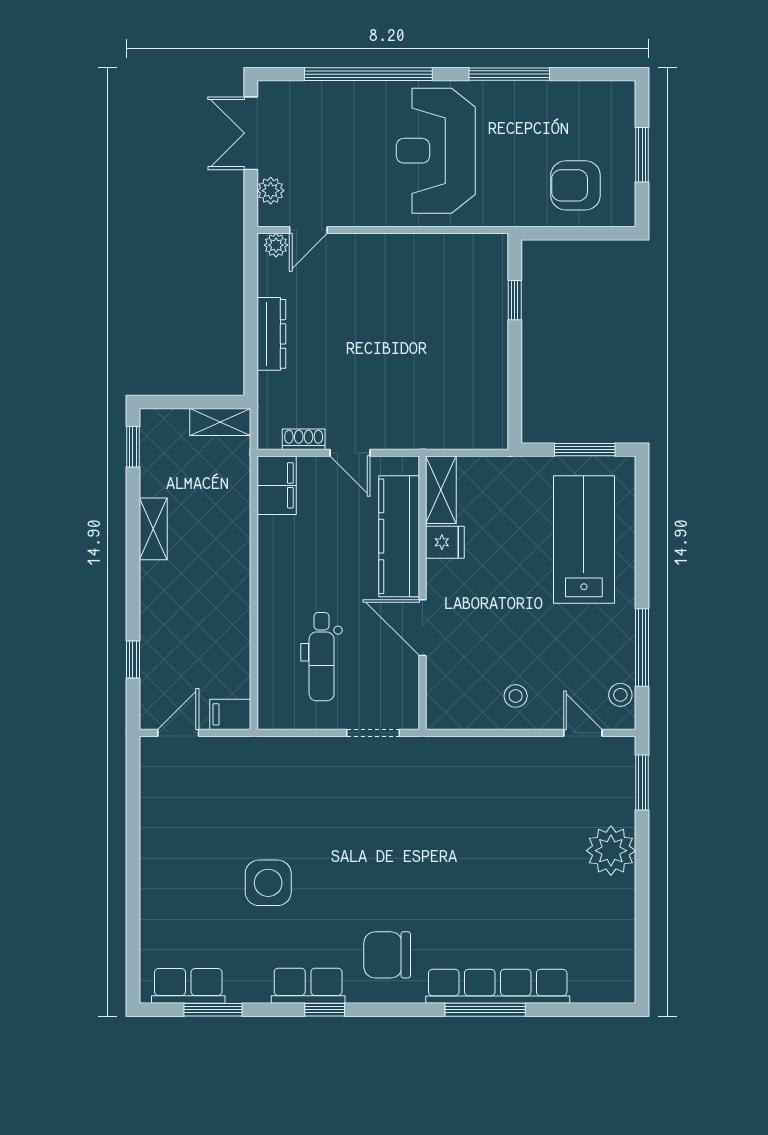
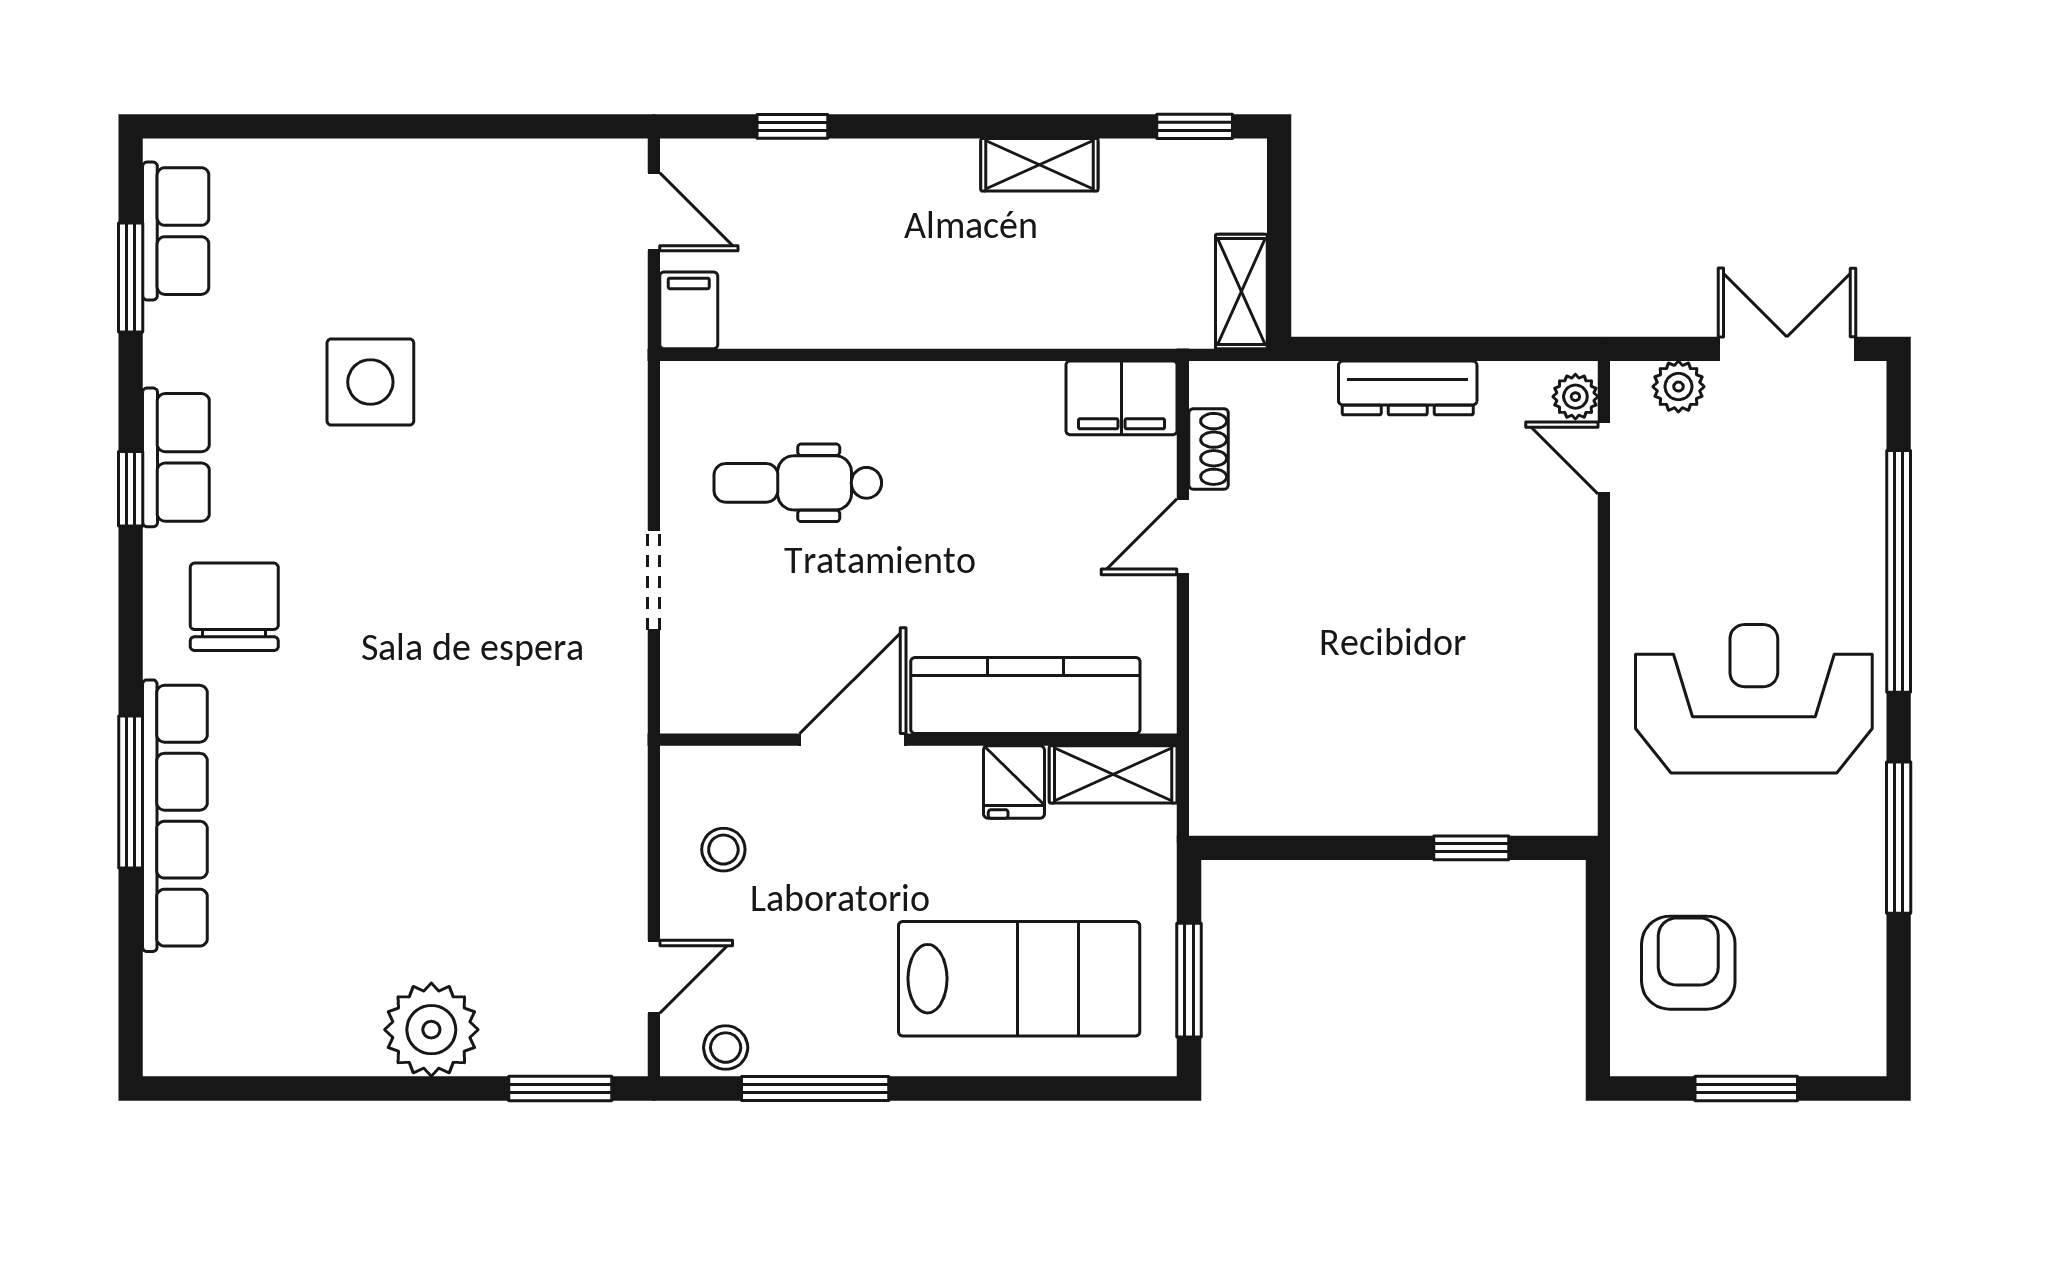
shelving: (441, 490) -> (1113, 774), moved
kitchen counter: (399, 536) -> (1025, 696), moved
fridge: (445, 542) -> (1014, 782), moved
wall: (422, 593) -> (918, 740), moved
door: (422, 628) -> (853, 740), moved

